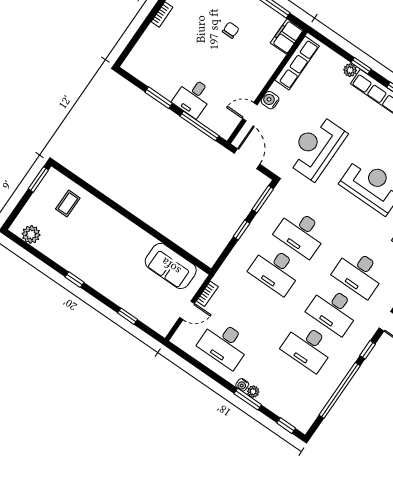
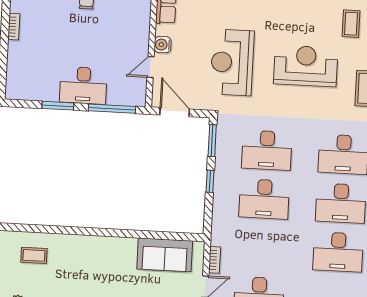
desk: (193, 97) -> (83, 85), width x1.37
coffee table: (68, 204) -> (34, 255), turned 90

